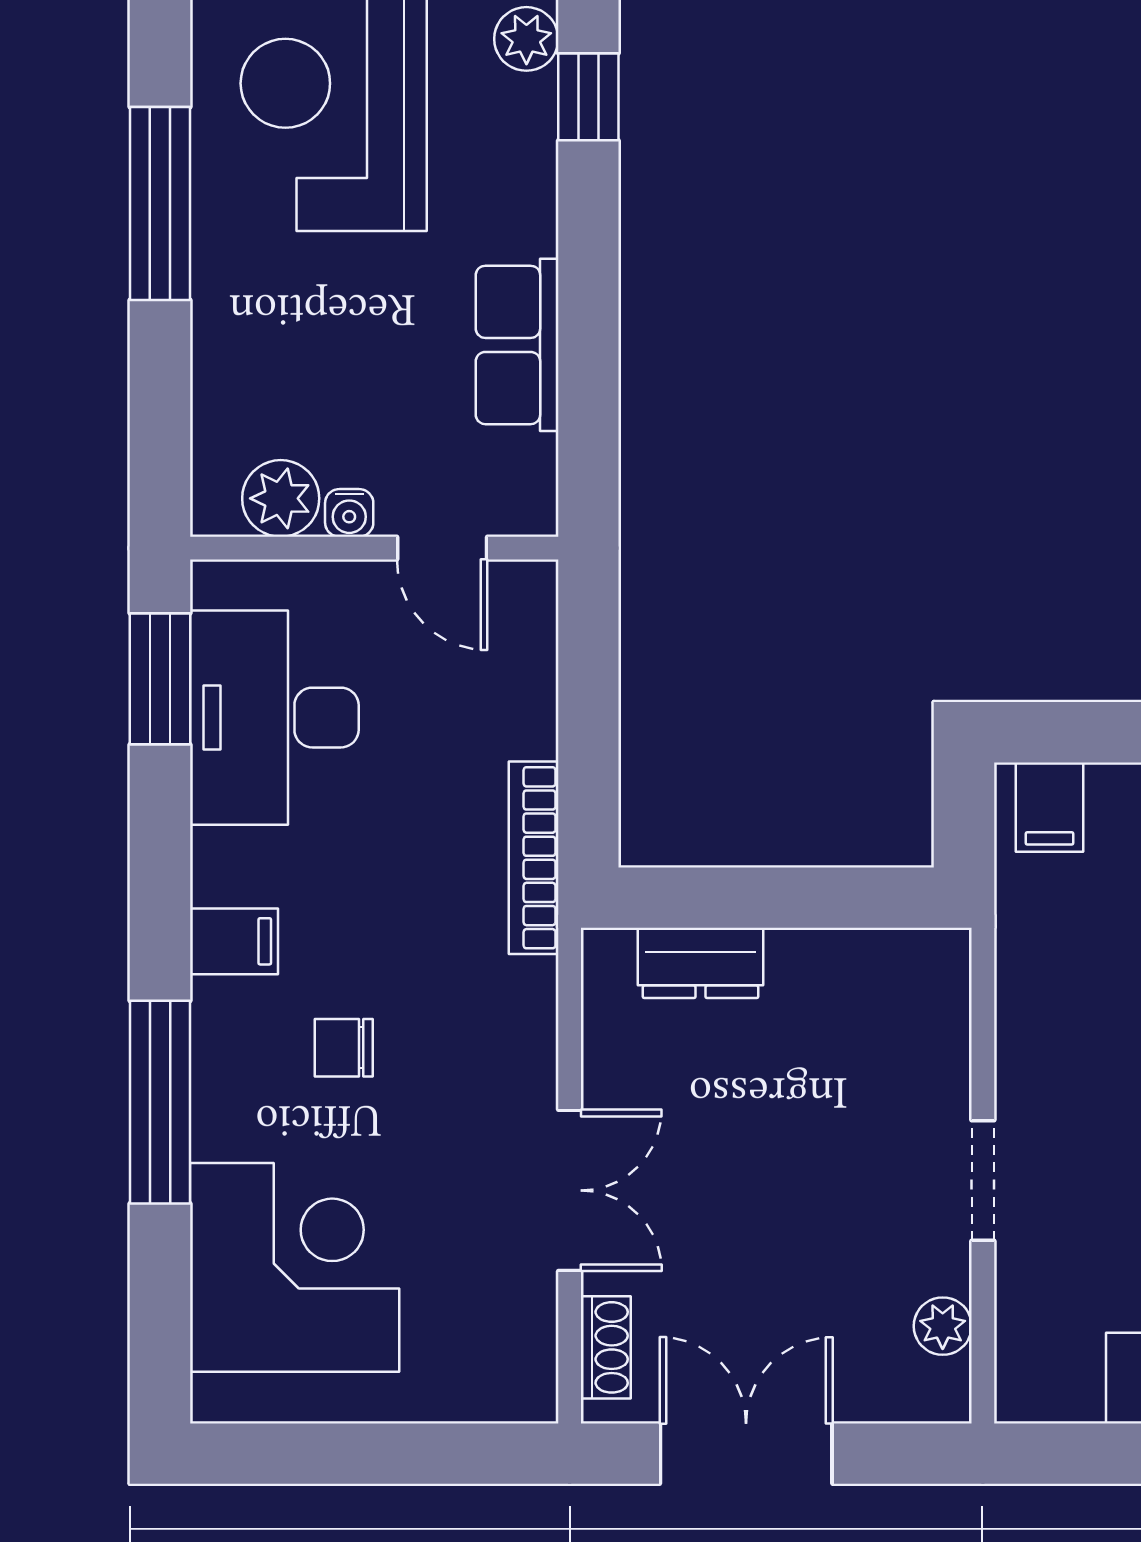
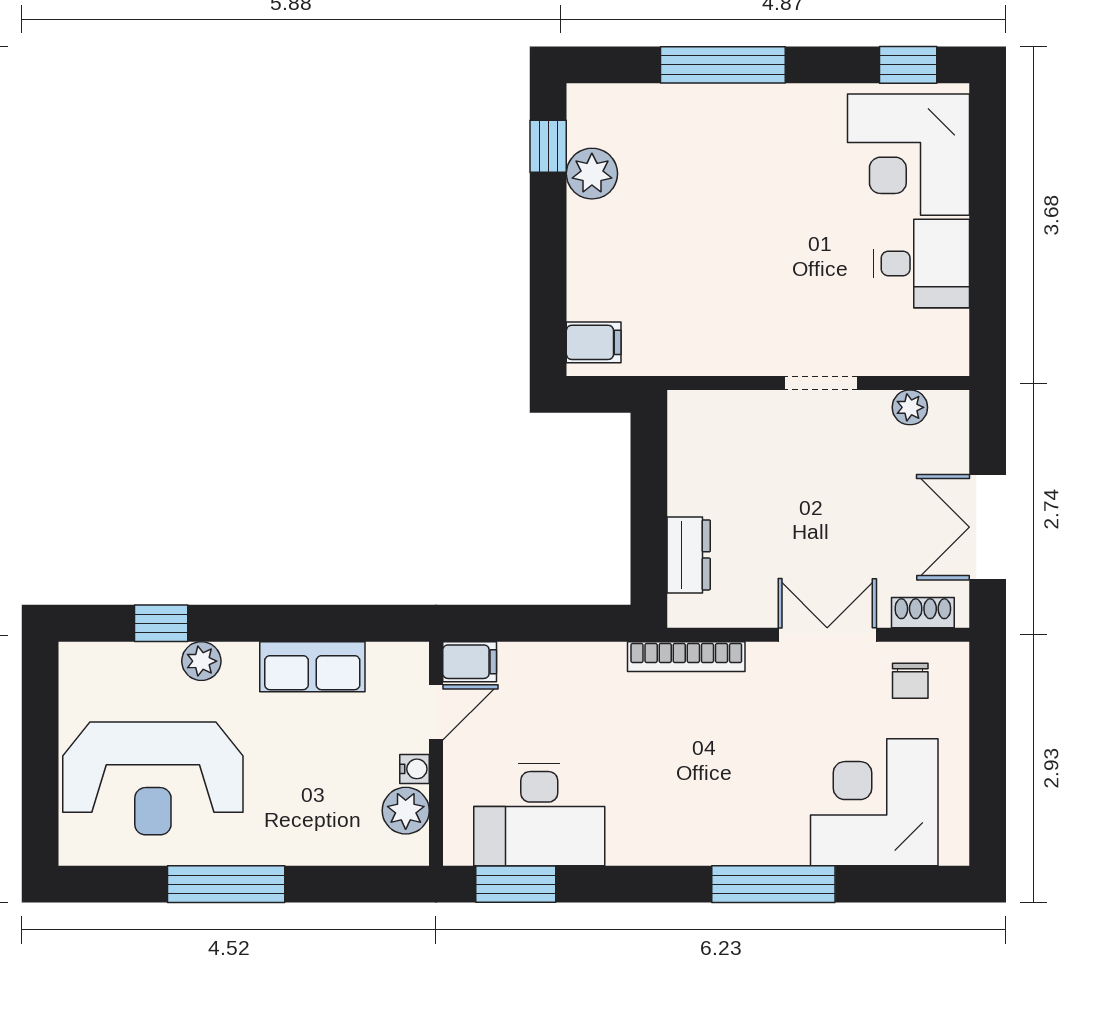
plant: (526, 39) -> (201, 661), moved
bookcase: (534, 858) -> (686, 657), moved
filing cabinet: (234, 941) -> (470, 662), moved, turned 90
chair: (344, 1048) -> (910, 681), moved

